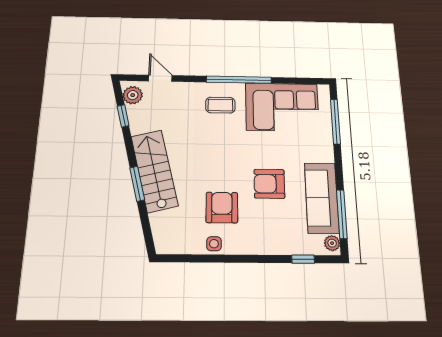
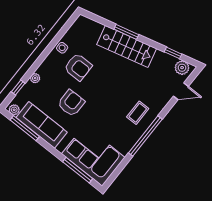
corner sofa: (282, 107) -> (93, 156), moved, turned 90
plant: (276, 248) -> (35, 78), added

